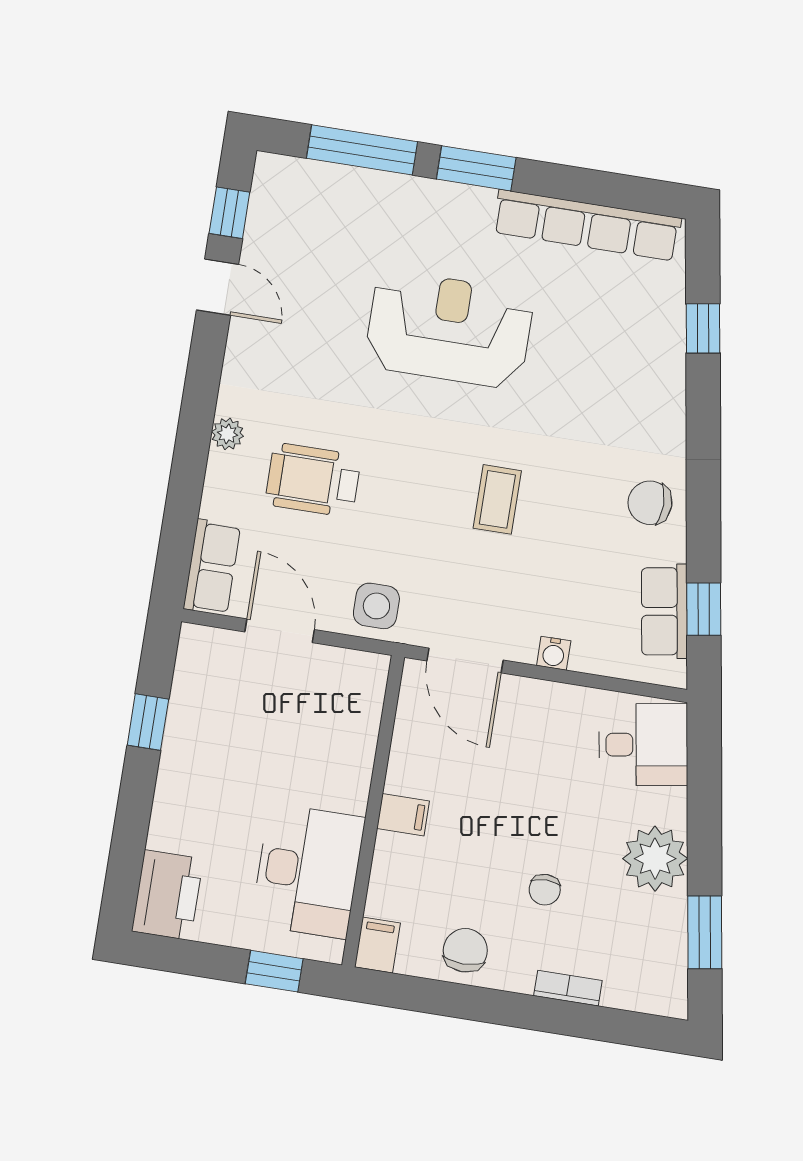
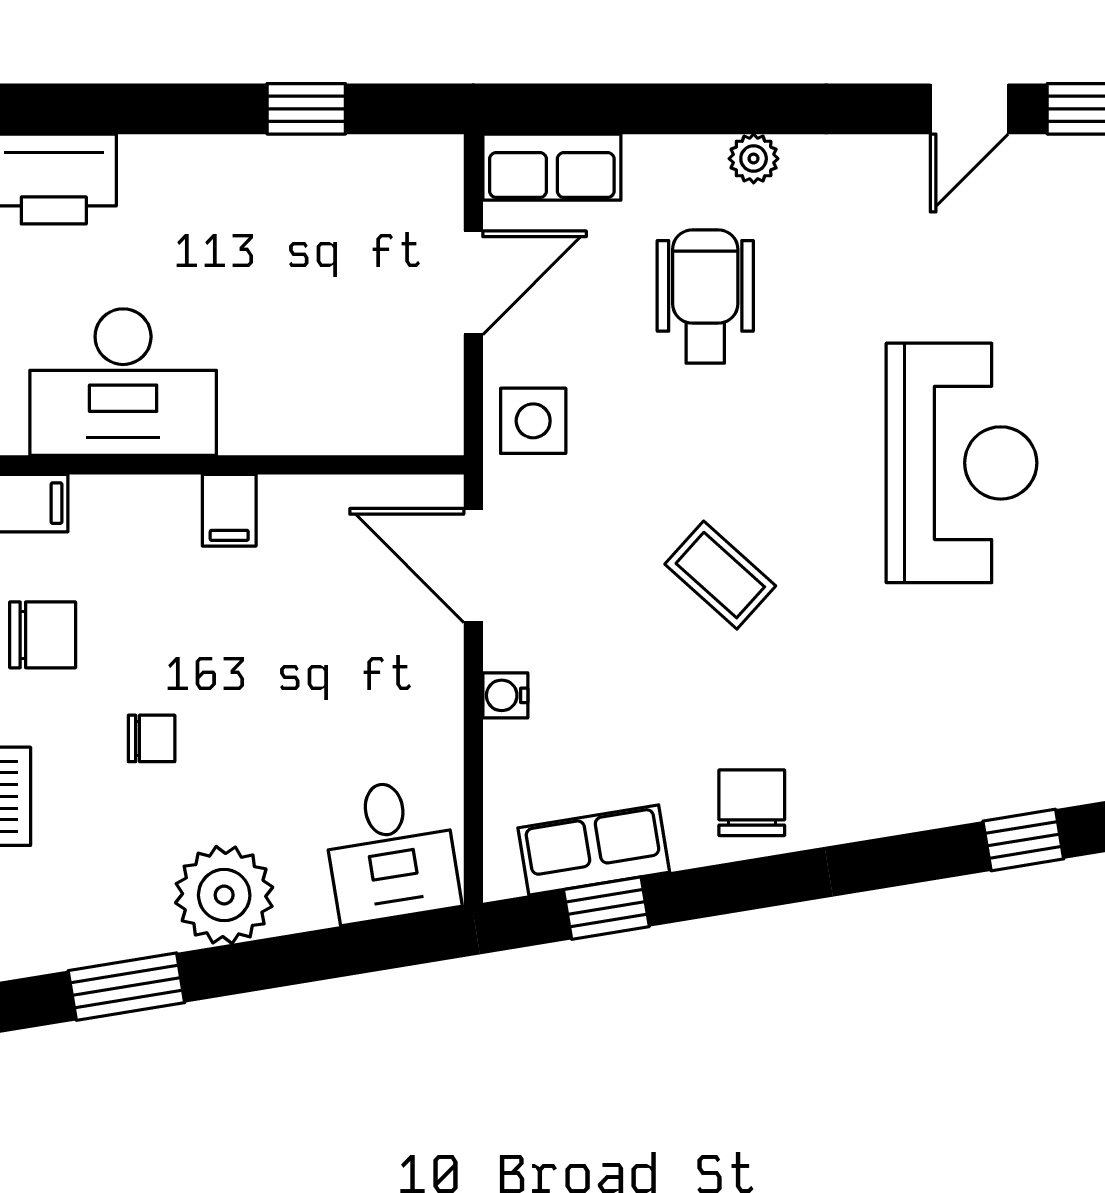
coffee table: (497, 499) -> (720, 575), turned 42
door: (465, 660) -> (473, 566), hinge flipped
chair: (545, 890) -> (152, 738), turned 180

